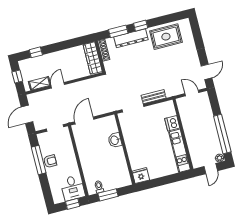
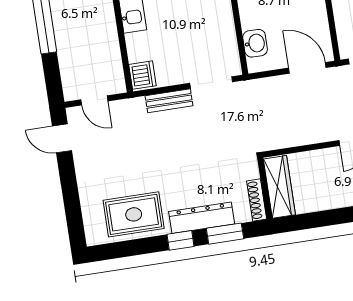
door: (207, 72) -> (62, 138), hinge flipped
door: (84, 120) -> (307, 68), swing flipped
dishwasher: (172, 123) -> (142, 75), moved
washbasin: (115, 140) -> (255, 43), moved

